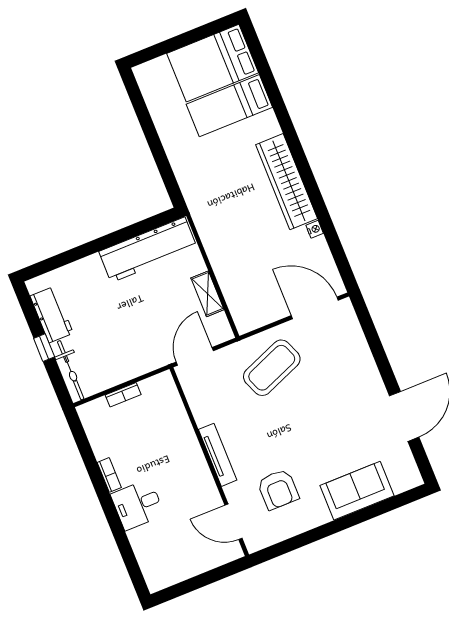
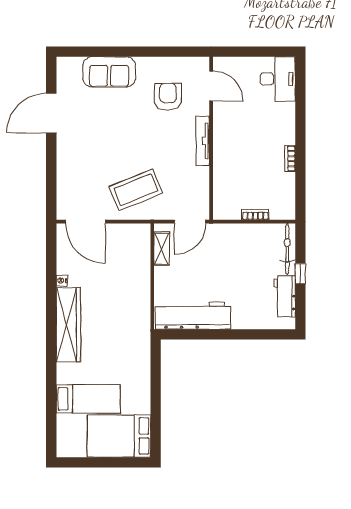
bed: (213, 63) -> (119, 436), moved, turned 180
shelving: (207, 294) -> (162, 249), moved
desk: (138, 505) -> (278, 79), moved, width x1.37

